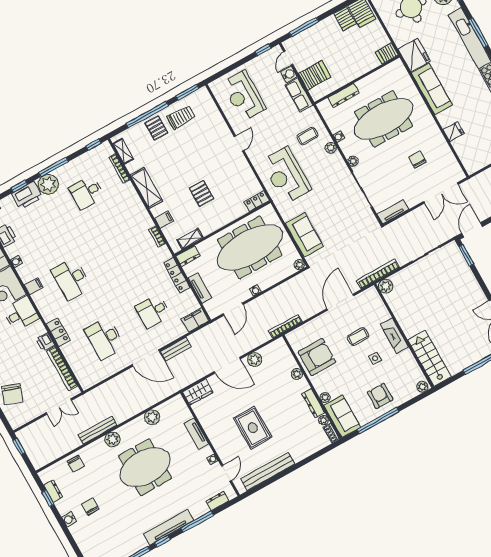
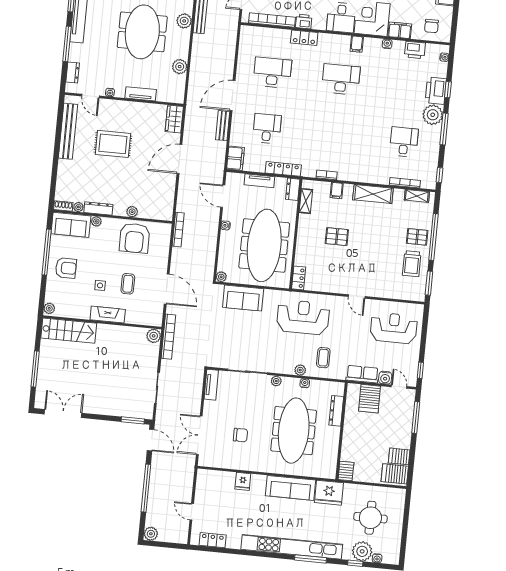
plant: (255, 360) -> (168, 185), removed

